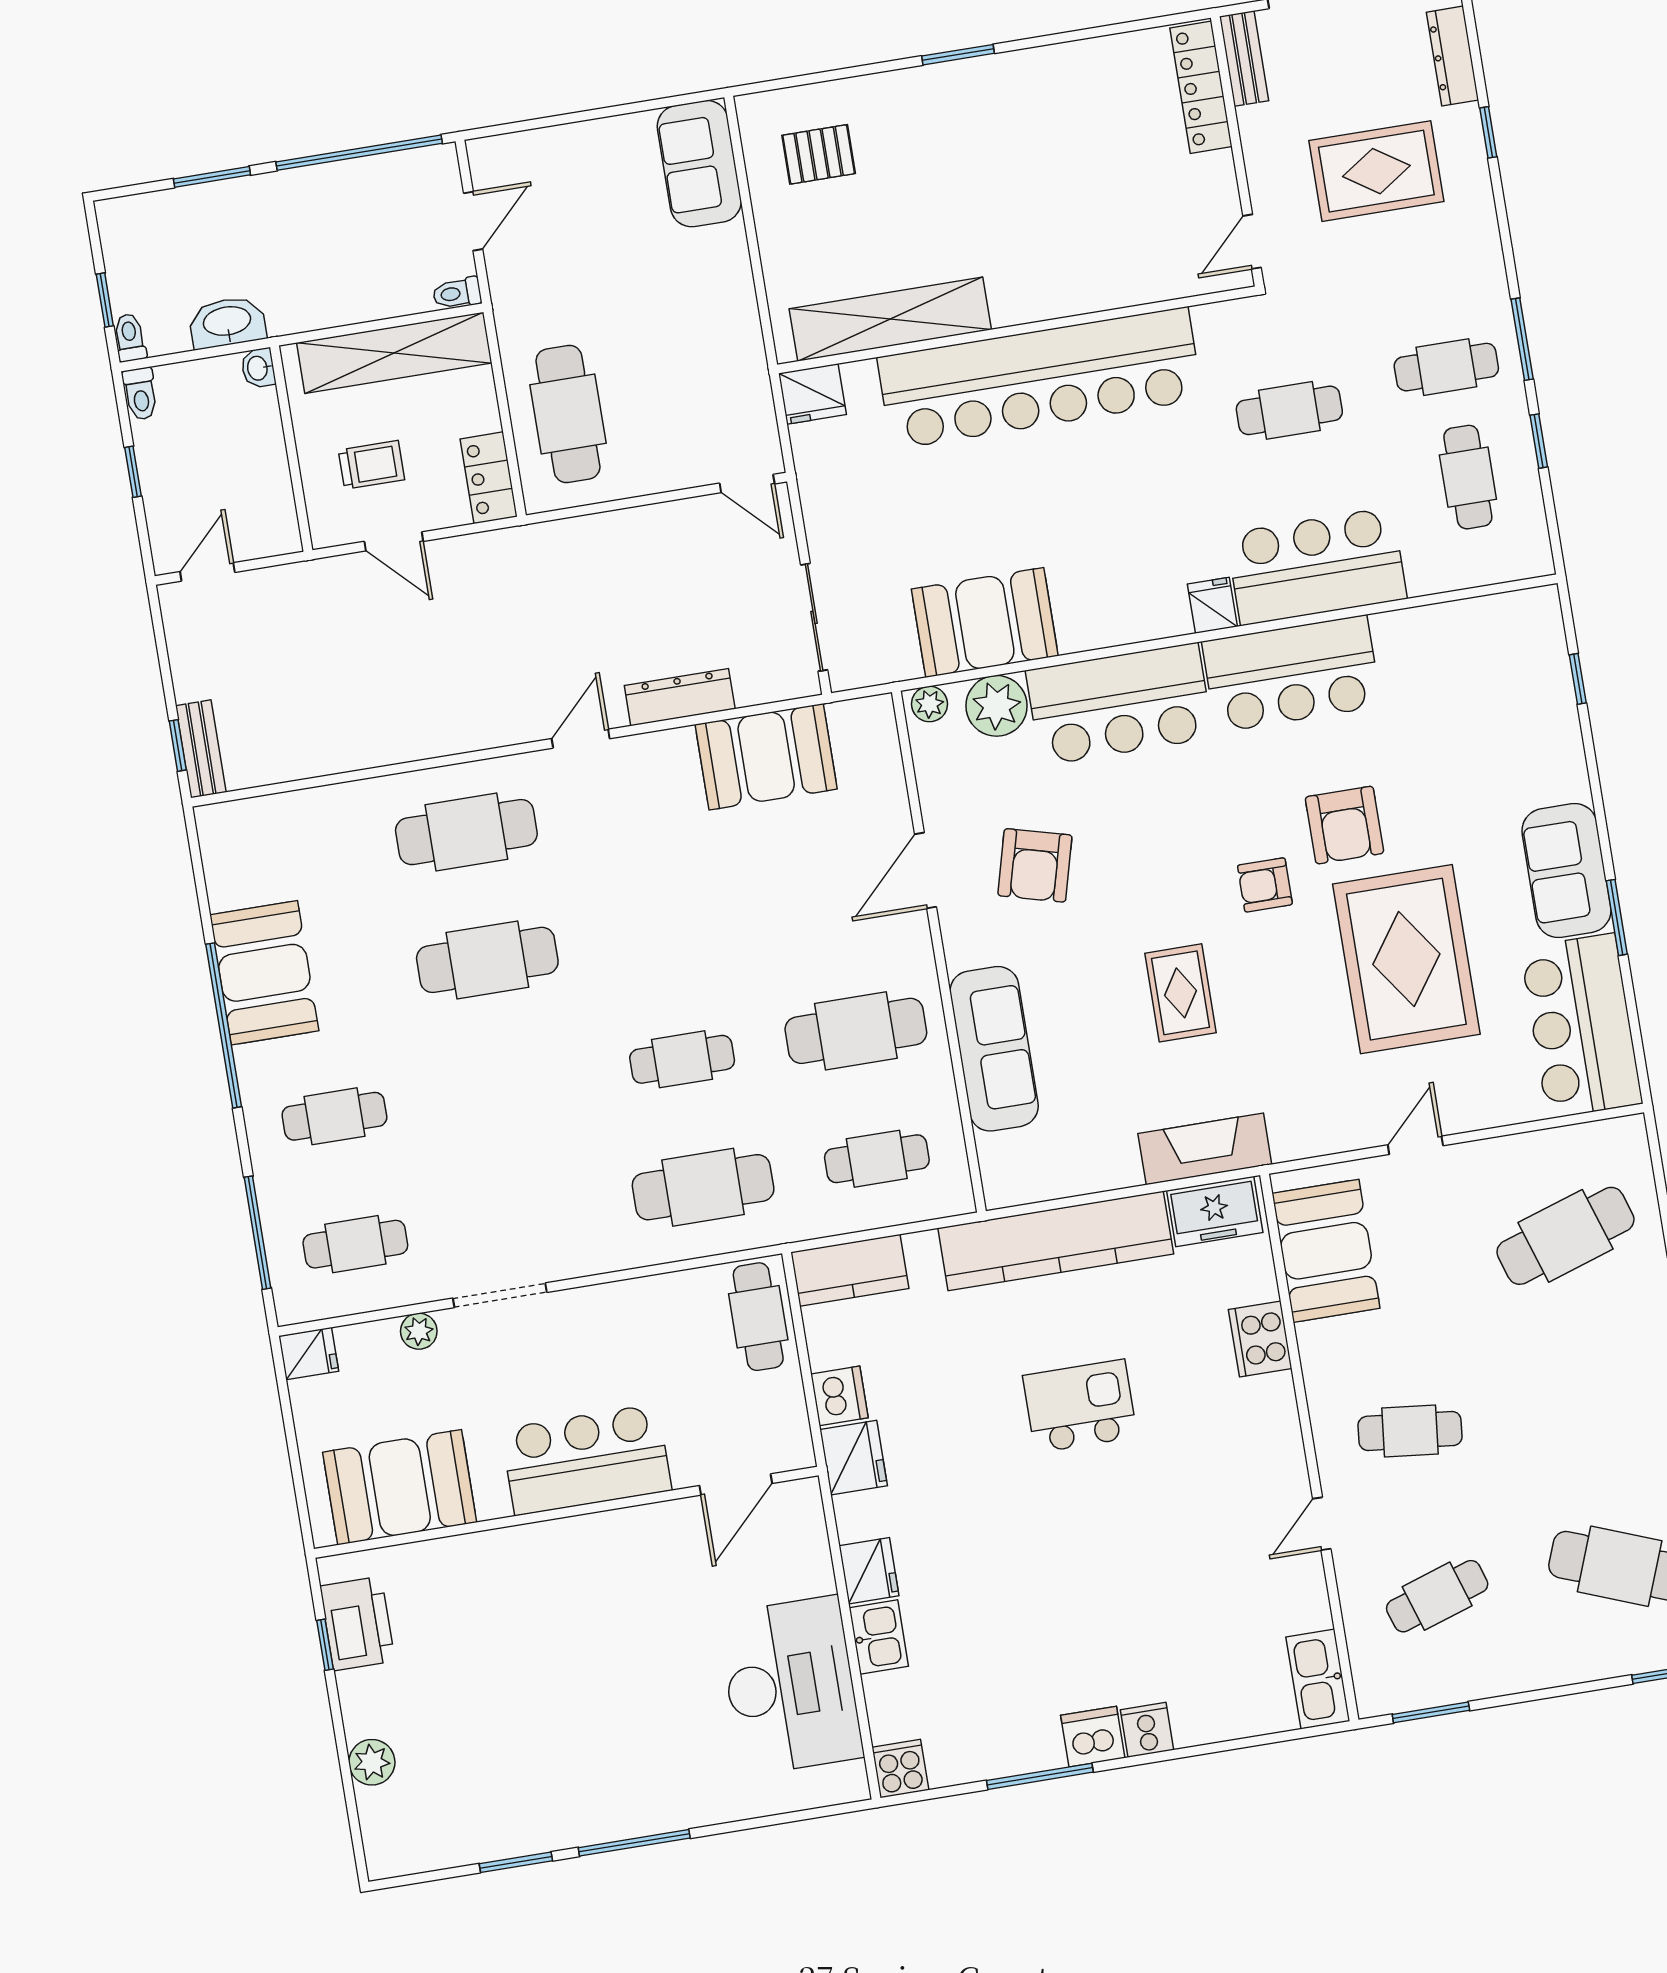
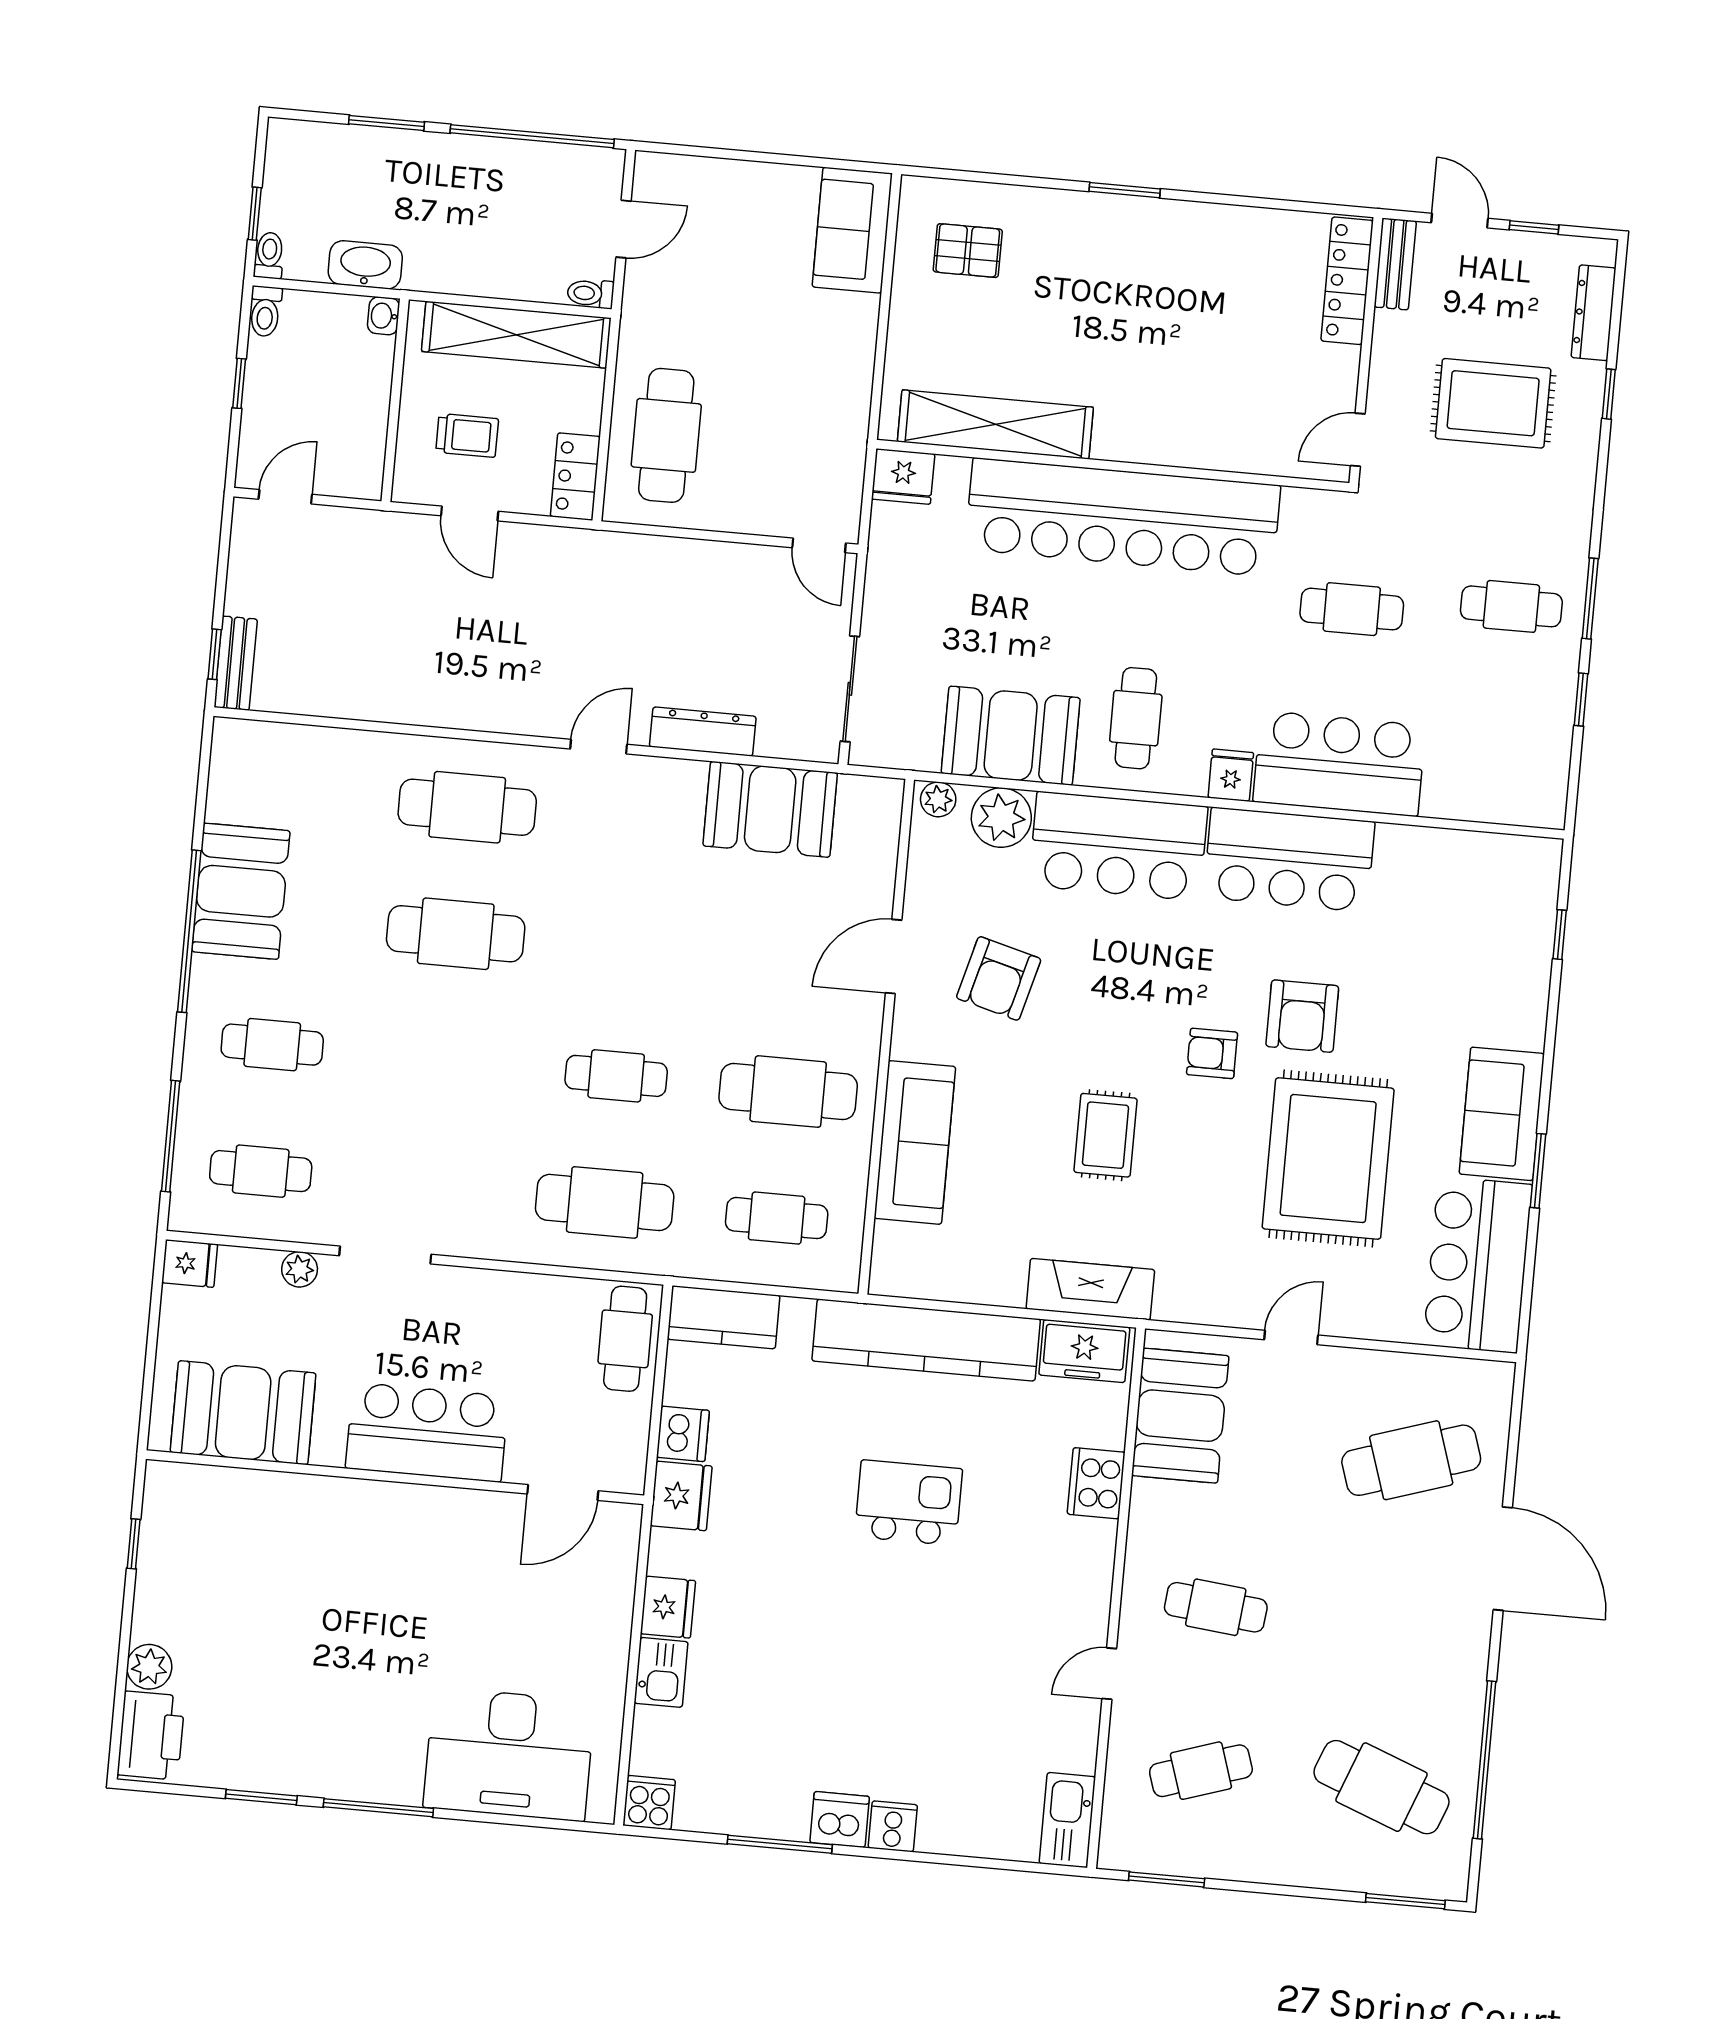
cafe table: (1468, 477) -> (1136, 718), moved
printer: (357, 1624) -> (151, 1736), moved
desk: (790, 1686) -> (509, 1754), moved, turned 90

